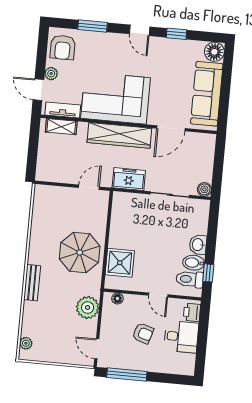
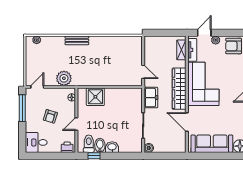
parasol: (80, 252) -> (100, 70), removed
desk: (181, 337) -> (36, 142), moved, turned 90

